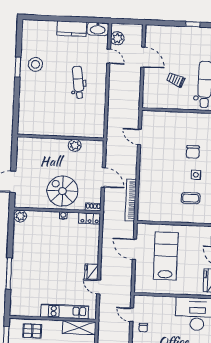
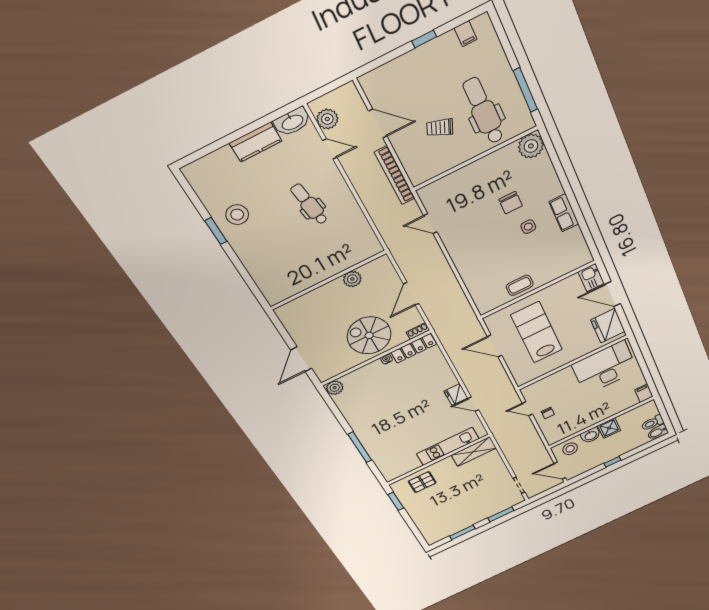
door: (103, 178) -> (411, 294), swing flipped
coffee table: (191, 198) -> (520, 285), moved
bookcase: (131, 200) -> (395, 175), moved
locker: (90, 218) -> (414, 348), width x1.53

